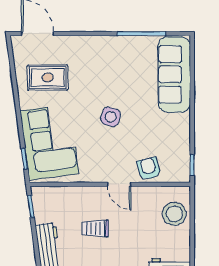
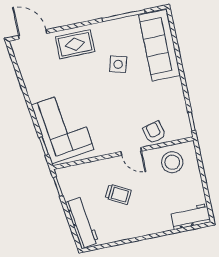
rug: (48, 78) -> (75, 44), moved
side table: (111, 117) -> (118, 64), moved
stool: (174, 214) -> (172, 162), moved
trolley: (95, 228) -> (118, 194), turned -152

